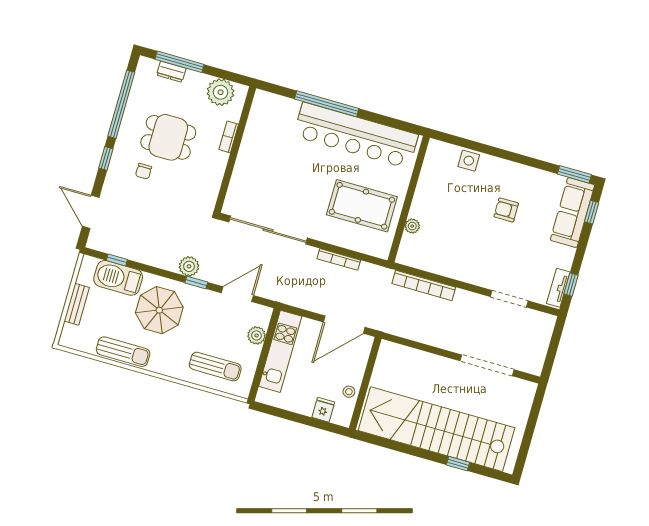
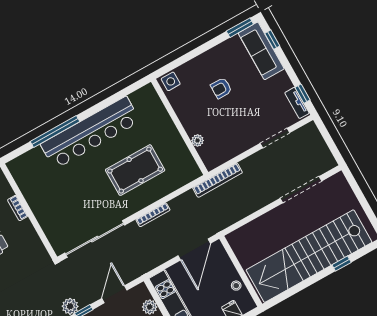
wall: (409, 199) -> (180, 127), moved
plant: (412, 226) -> (198, 140), moved

